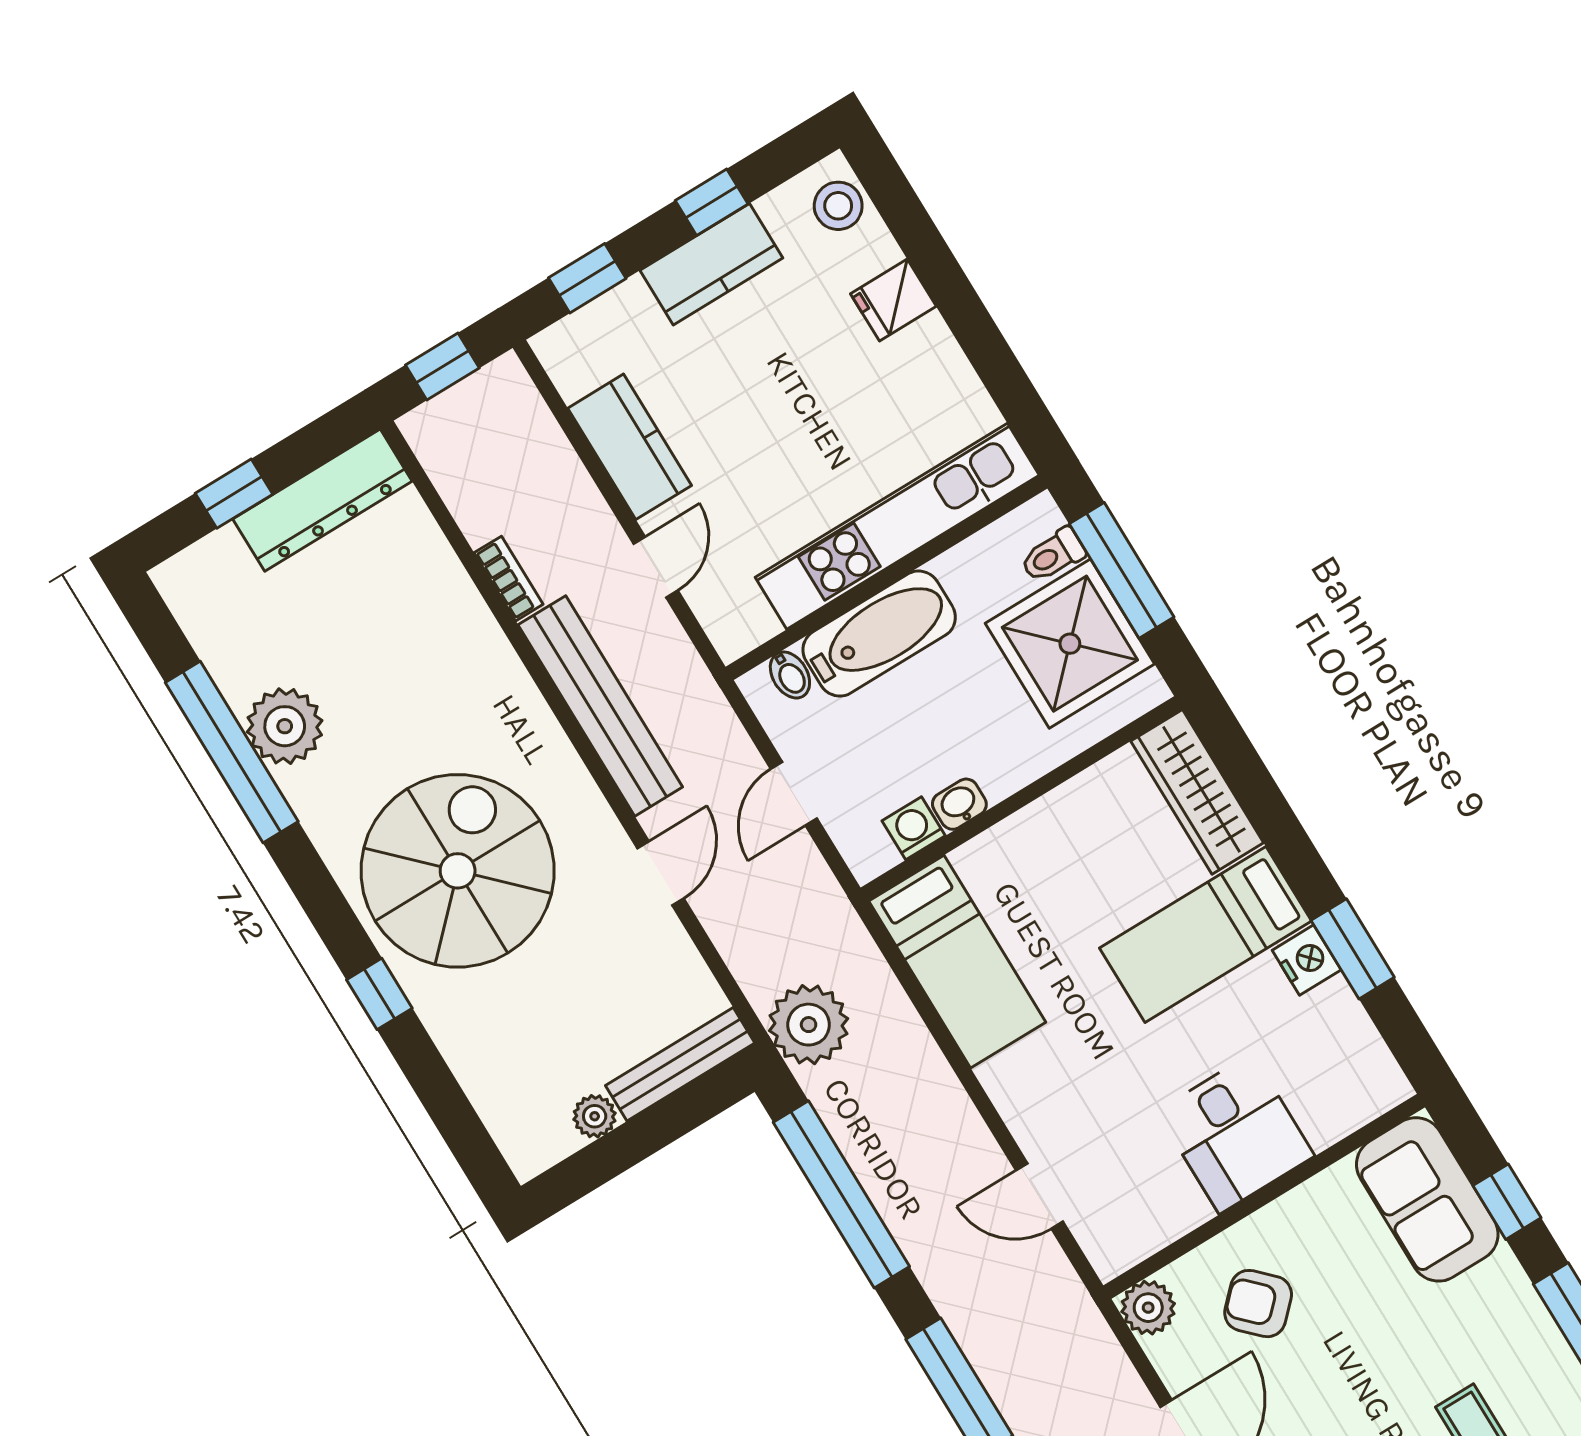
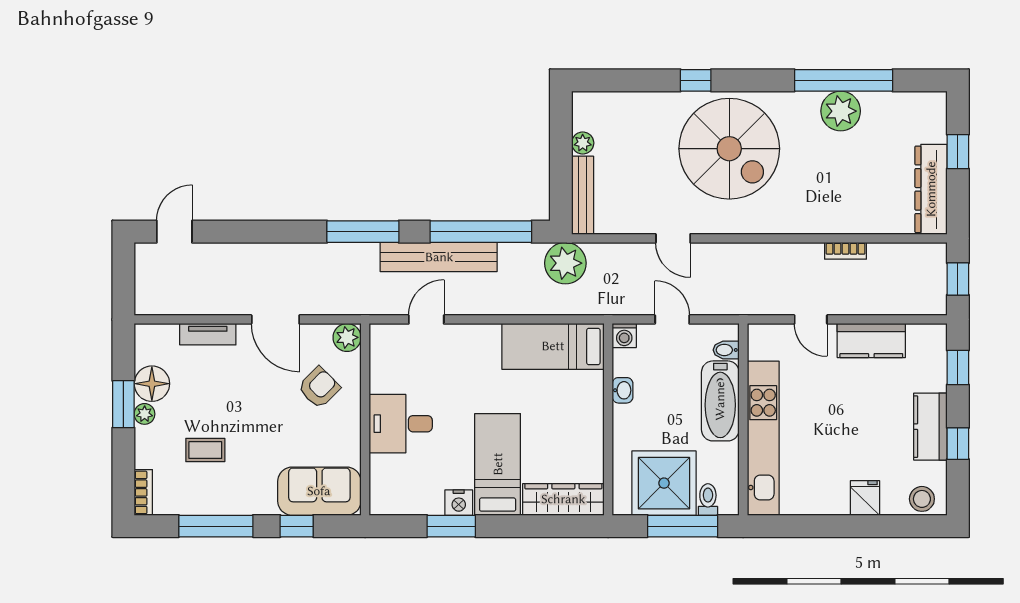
bench: (600, 706) -> (439, 257), moved
washing machine: (914, 828) -> (624, 336), moved, turned 90

